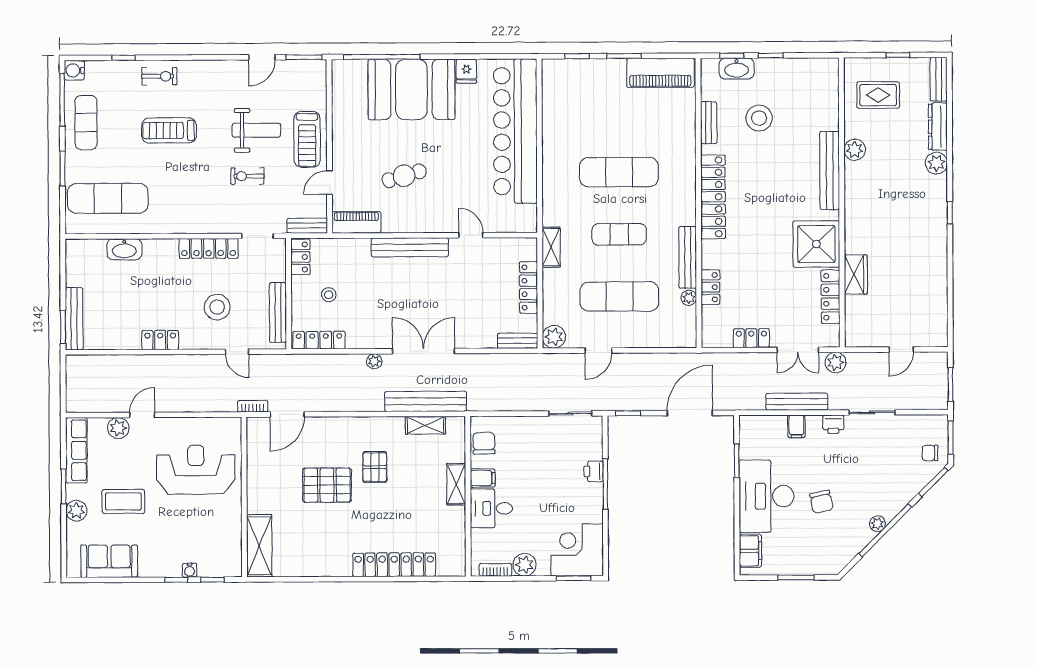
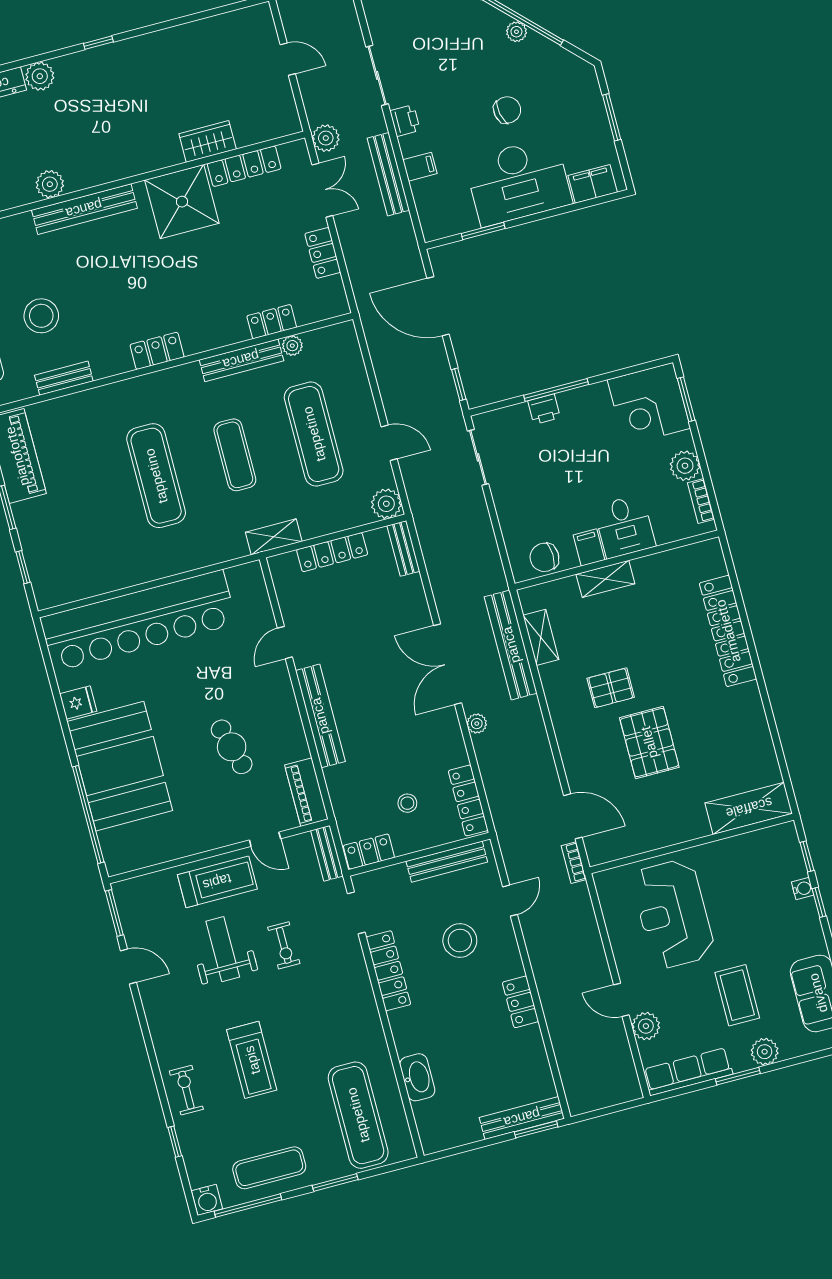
locker: (713, 197) -> (157, 351), width x0.46, depth x0.83

